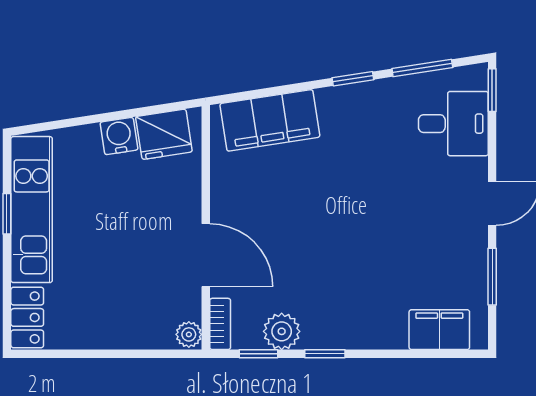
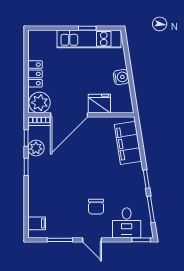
fridge: (164, 134) -> (99, 104), moved, turned 99
chair: (416, 194) -> (96, 207), added
door: (206, 255) -> (69, 115), width x1.36
locker: (27, 317) -> (35, 74), moved, turned -90
filing cabinet: (439, 330) -> (37, 223), width x0.50
plant: (189, 334) -> (40, 103), width x1.88, depth x1.88

